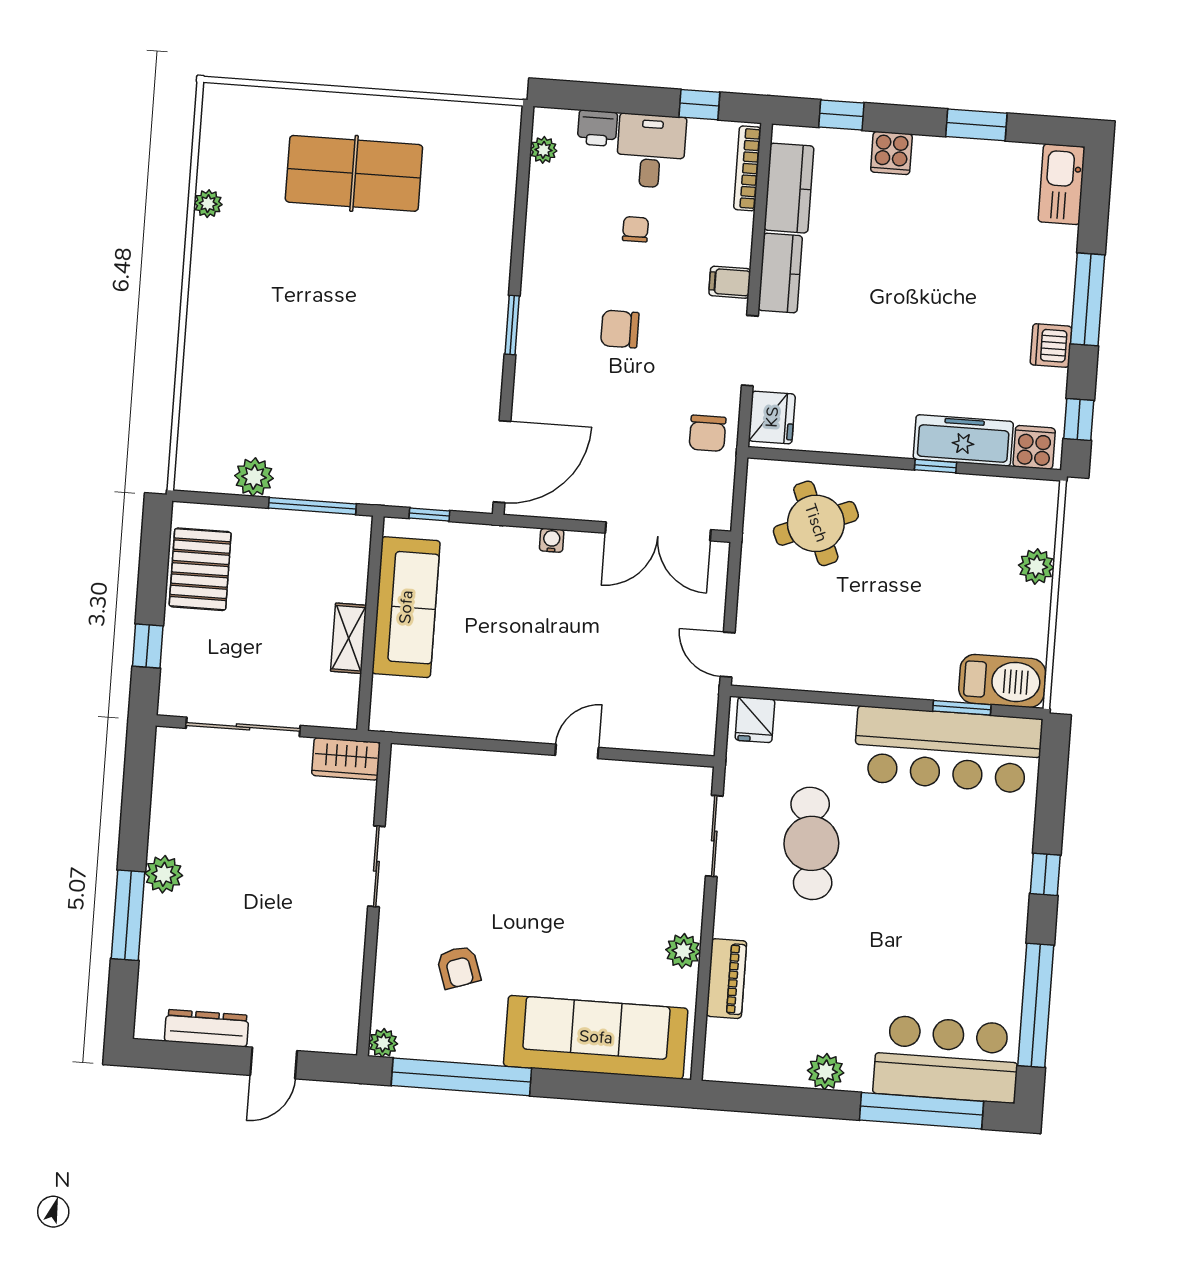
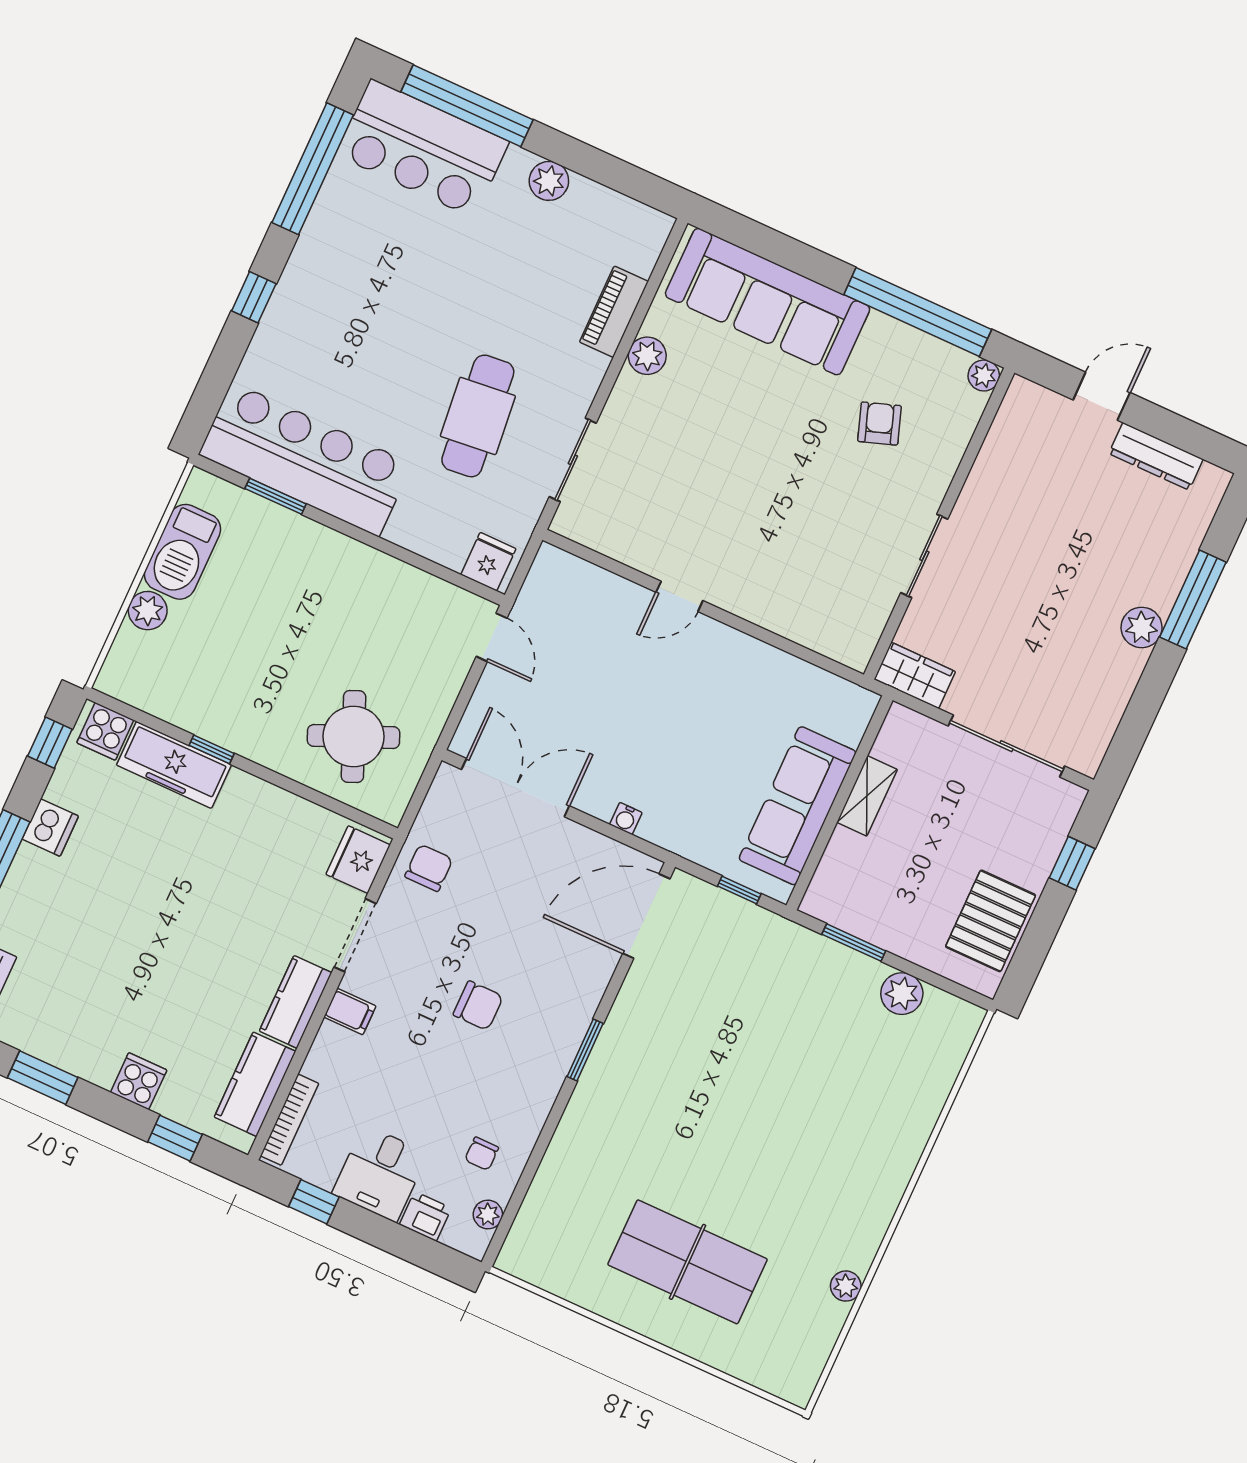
chair: (635, 229) -> (482, 1154), moved
window: (312, 506) -> (854, 943), width x0.69
barbecue: (1002, 681) -> (183, 552), moved, turned -90

